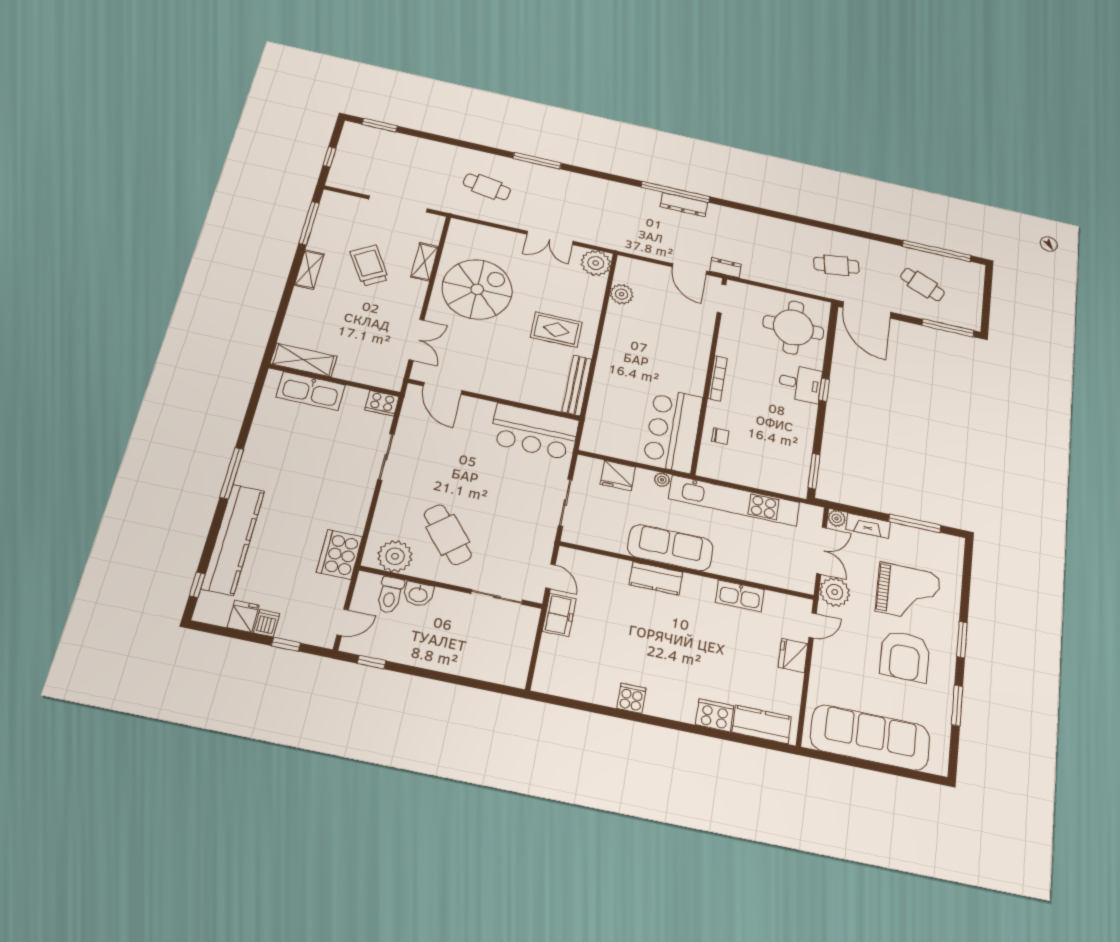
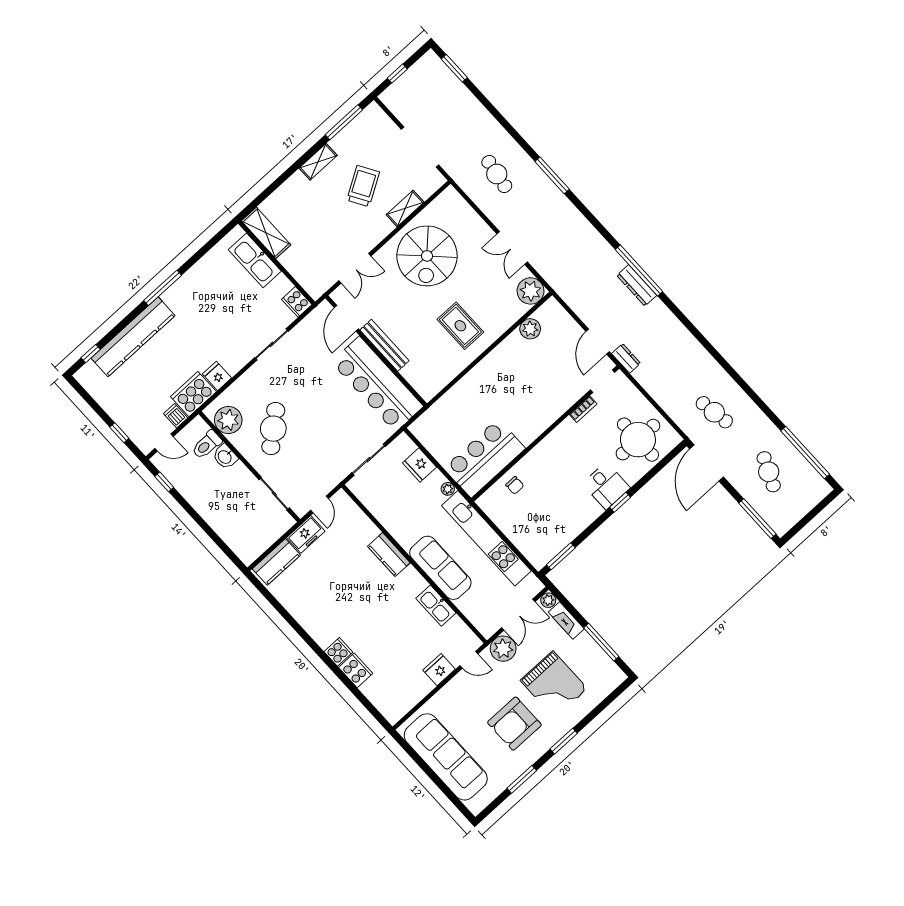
spiral stairs: (477, 289) -> (427, 256), turned 90
bookcase: (718, 378) -> (583, 409), moved, width x0.64
bench: (577, 385) -> (384, 345), moved, turned 90
bar counter: (534, 432) -> (377, 384), width x1.36
sofa: (670, 548) -> (440, 568), moved
fridge: (243, 616) -> (217, 376), moved, turned -90
dishwasher: (267, 623) -> (176, 416), moved, turned -90
cooker: (631, 698) -> (338, 652), moved
kitchen counter: (762, 724) -> (276, 562), moved, turned 90

